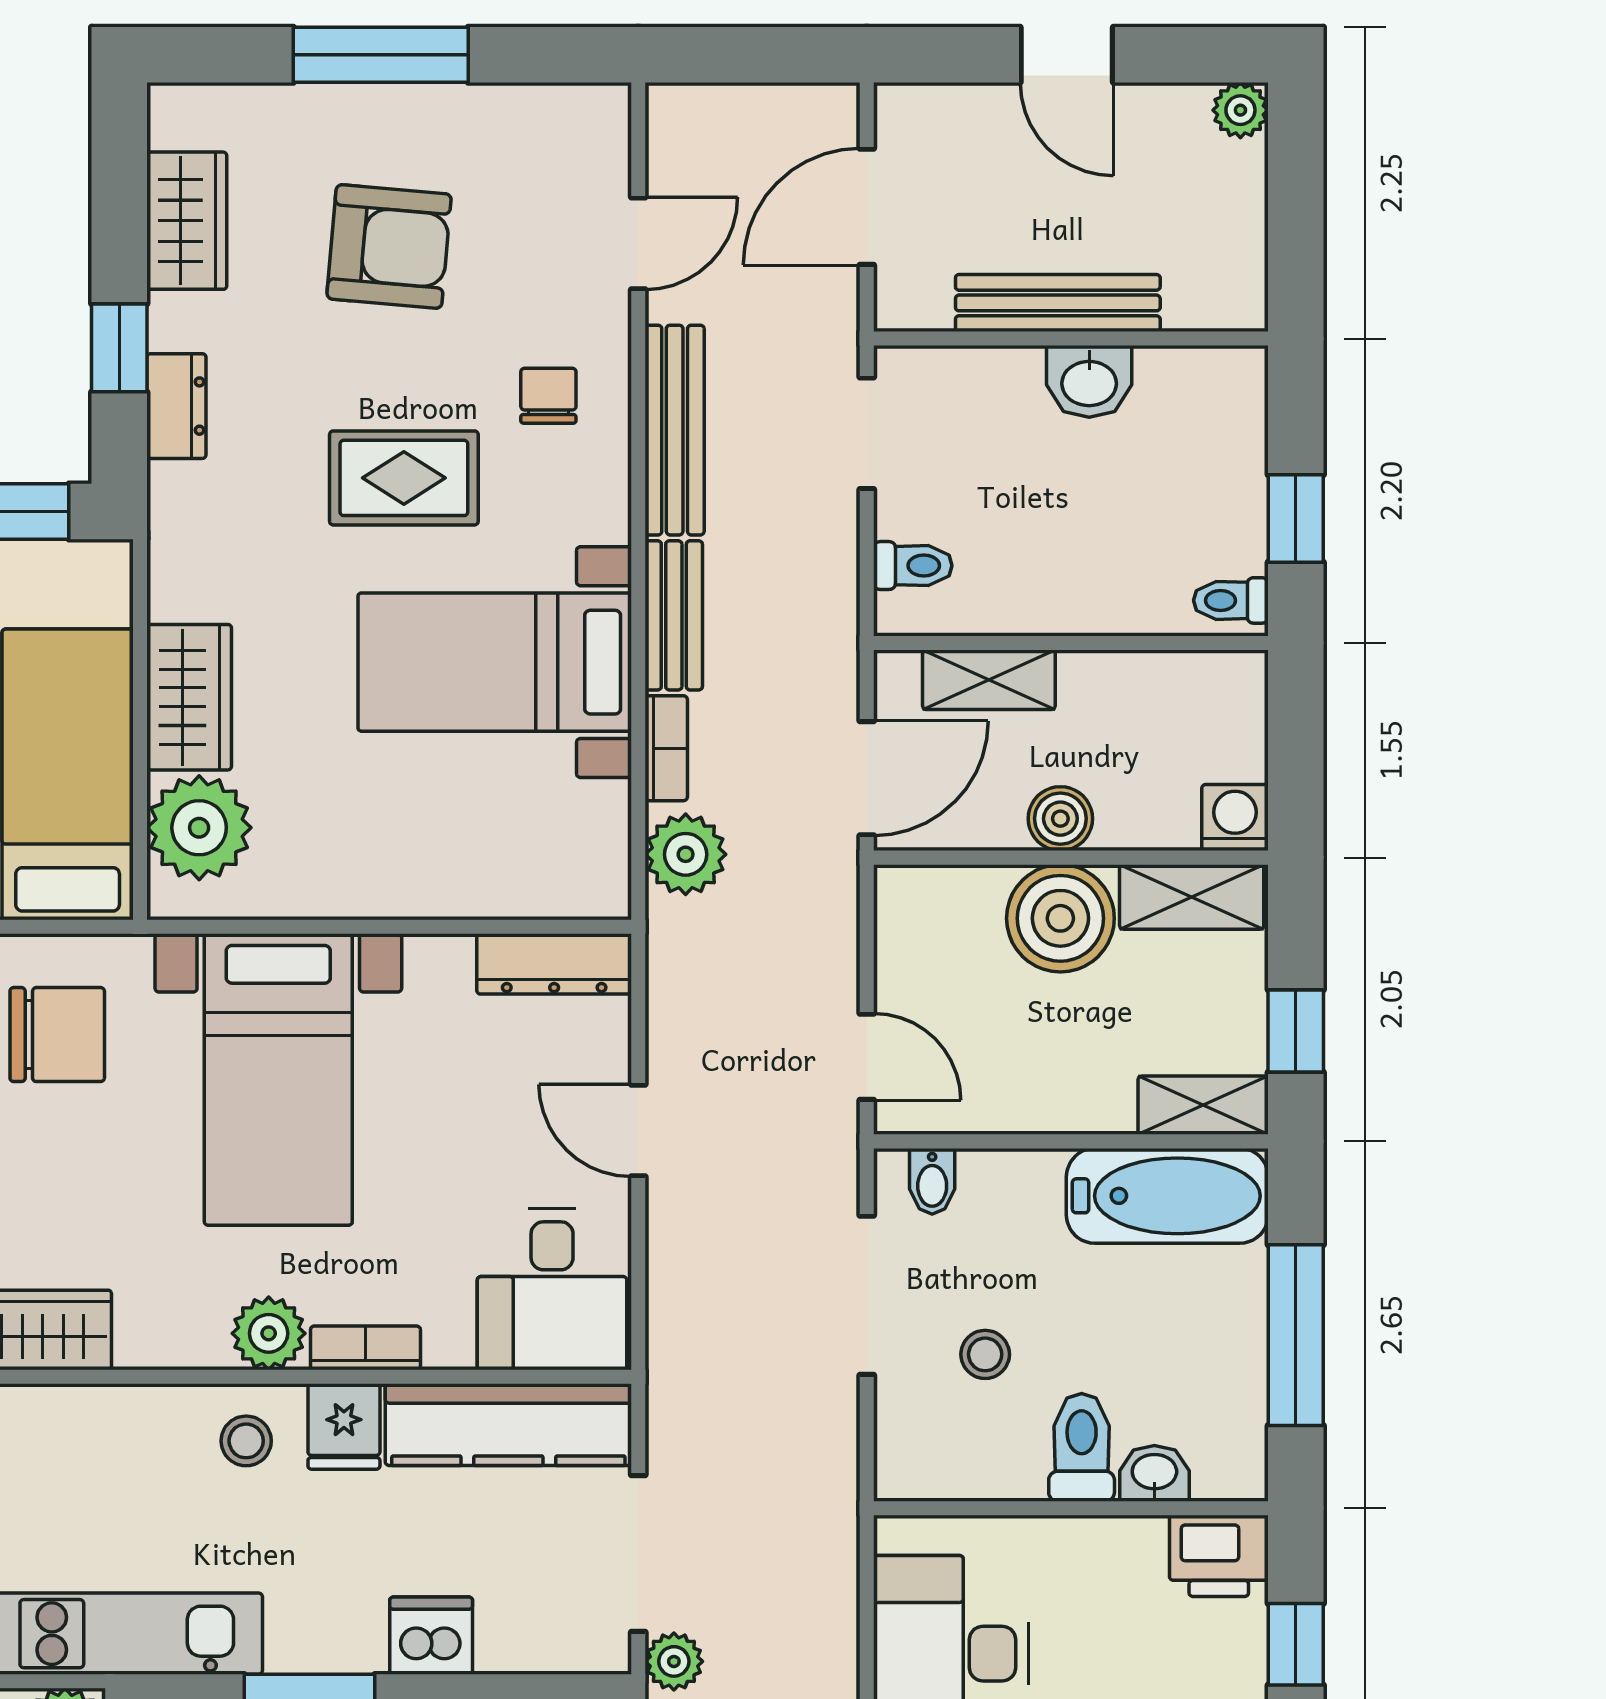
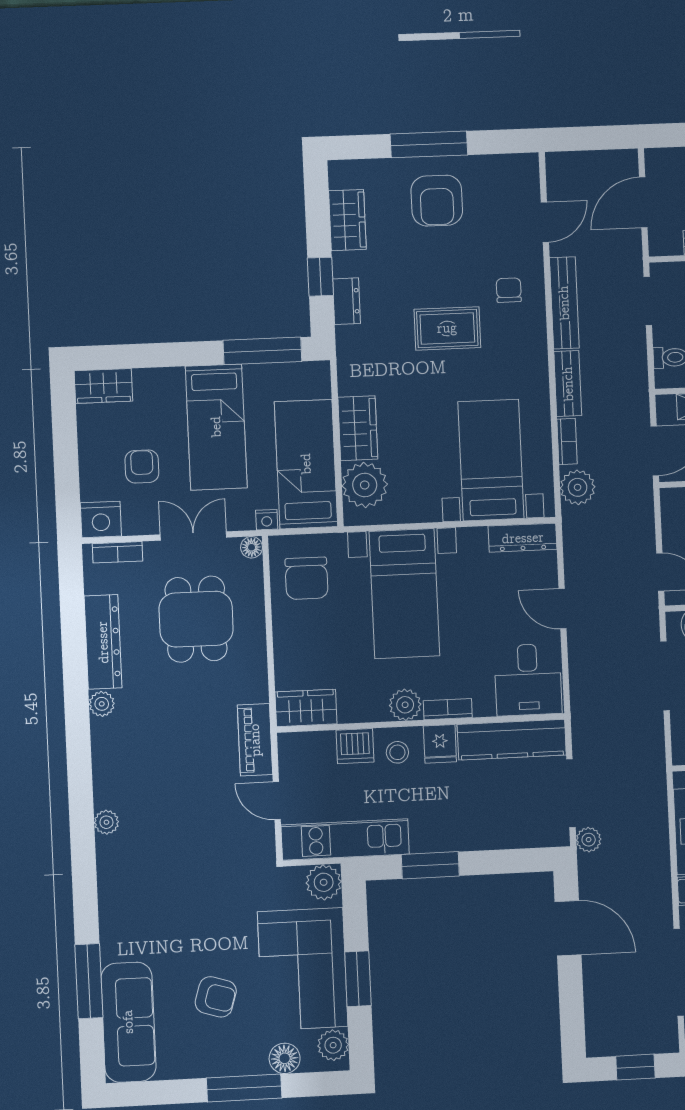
armchair: (389, 246) -> (437, 201), moved, turned 85
bed with nightstands: (495, 662) -> (491, 460), moved, turned 90
chair: (57, 1035) -> (307, 578), turned 90
dishwasher: (431, 1636) -> (355, 746), moved, turned 180

